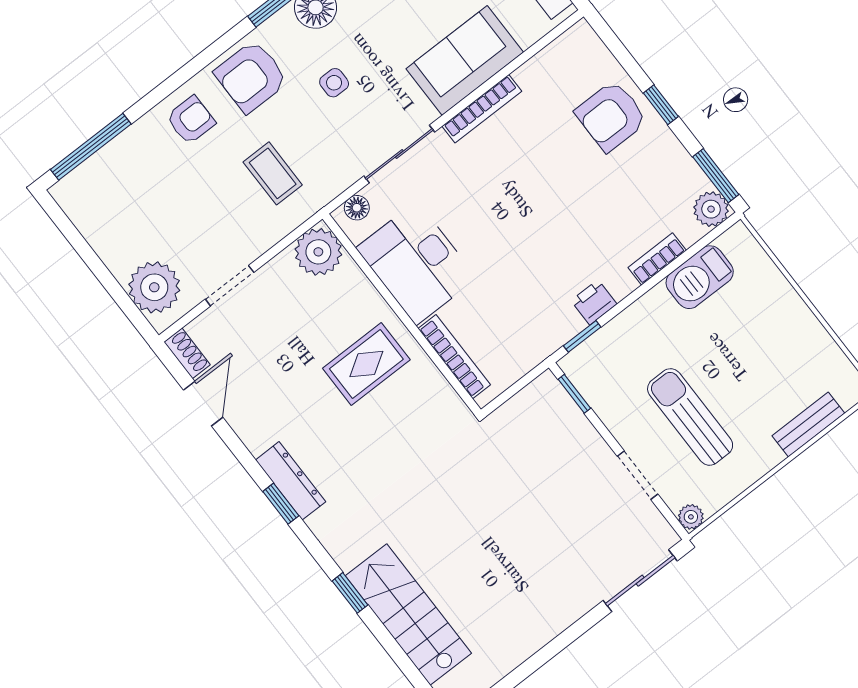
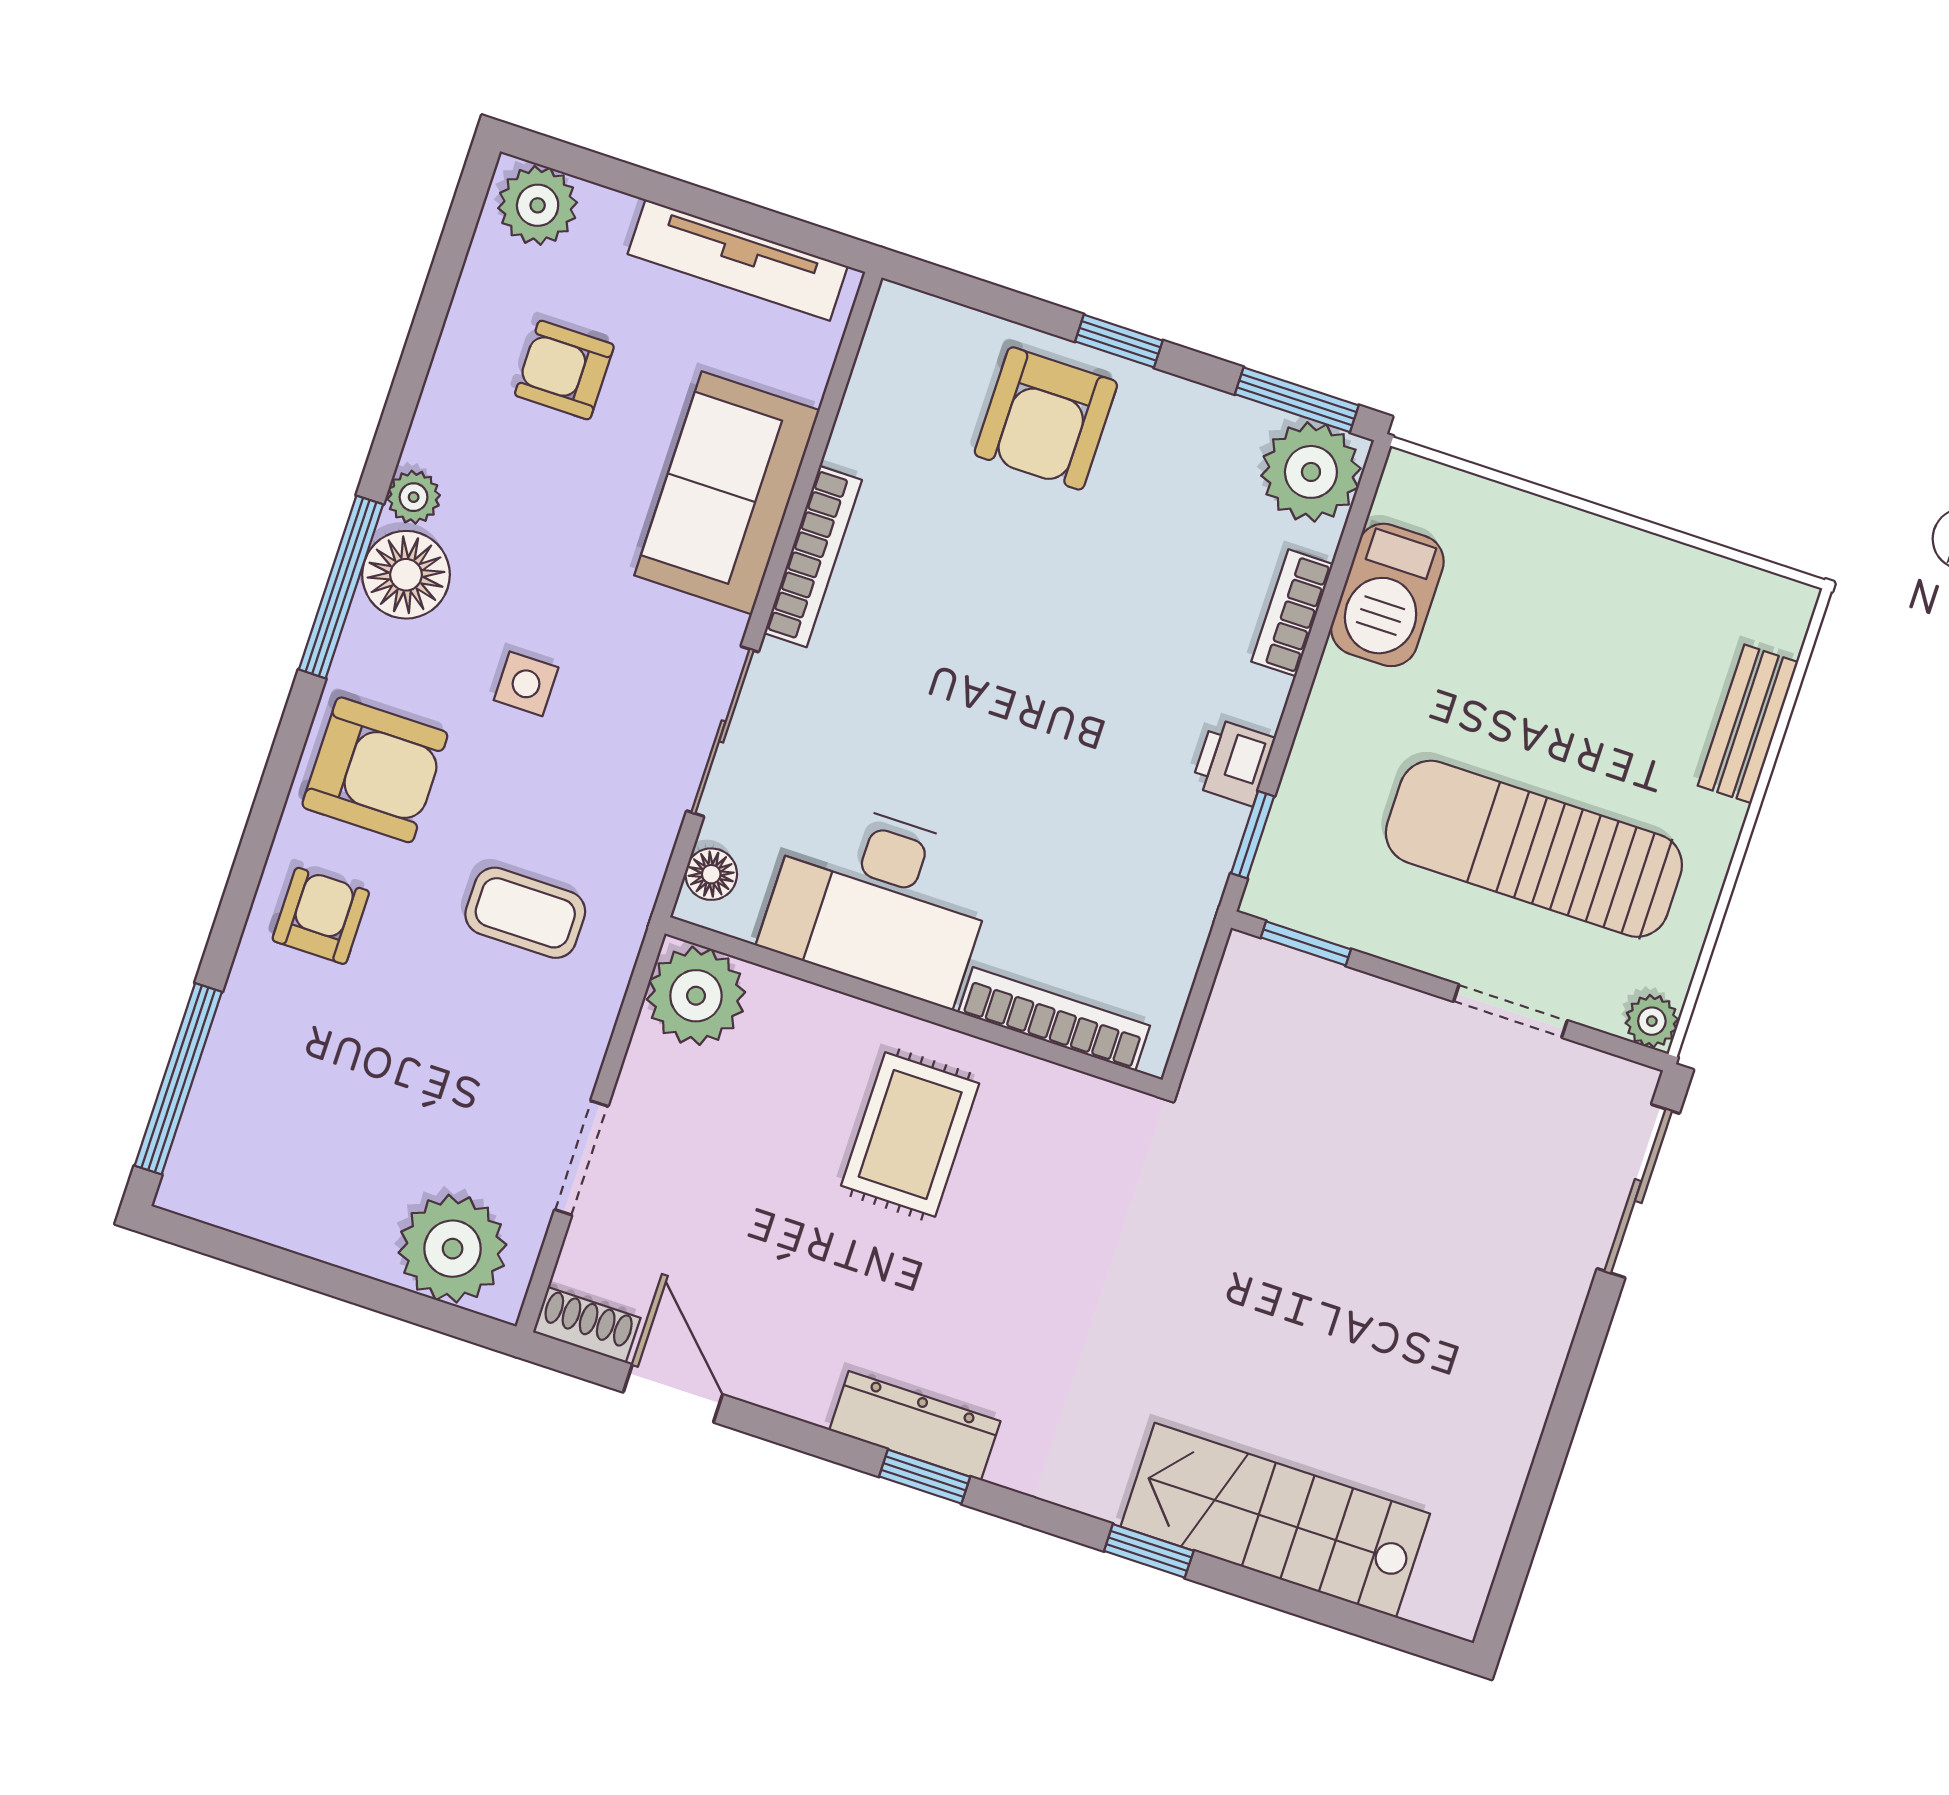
armchair: (251, 77) -> (375, 770), turned -90
plant: (711, 209) -> (1311, 472), width x1.36, depth x1.36
sun lounger: (690, 417) -> (1534, 849), width x1.36, depth x1.34

